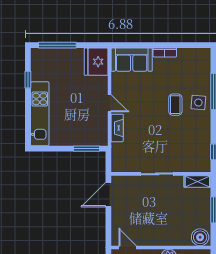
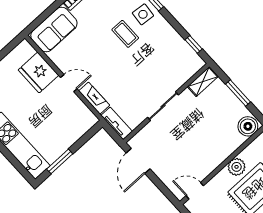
fridge: (96, 62) -> (38, 73), moved
window: (86, 149) -> (60, 161), moved
tv unit: (117, 158) -> (117, 123), added

